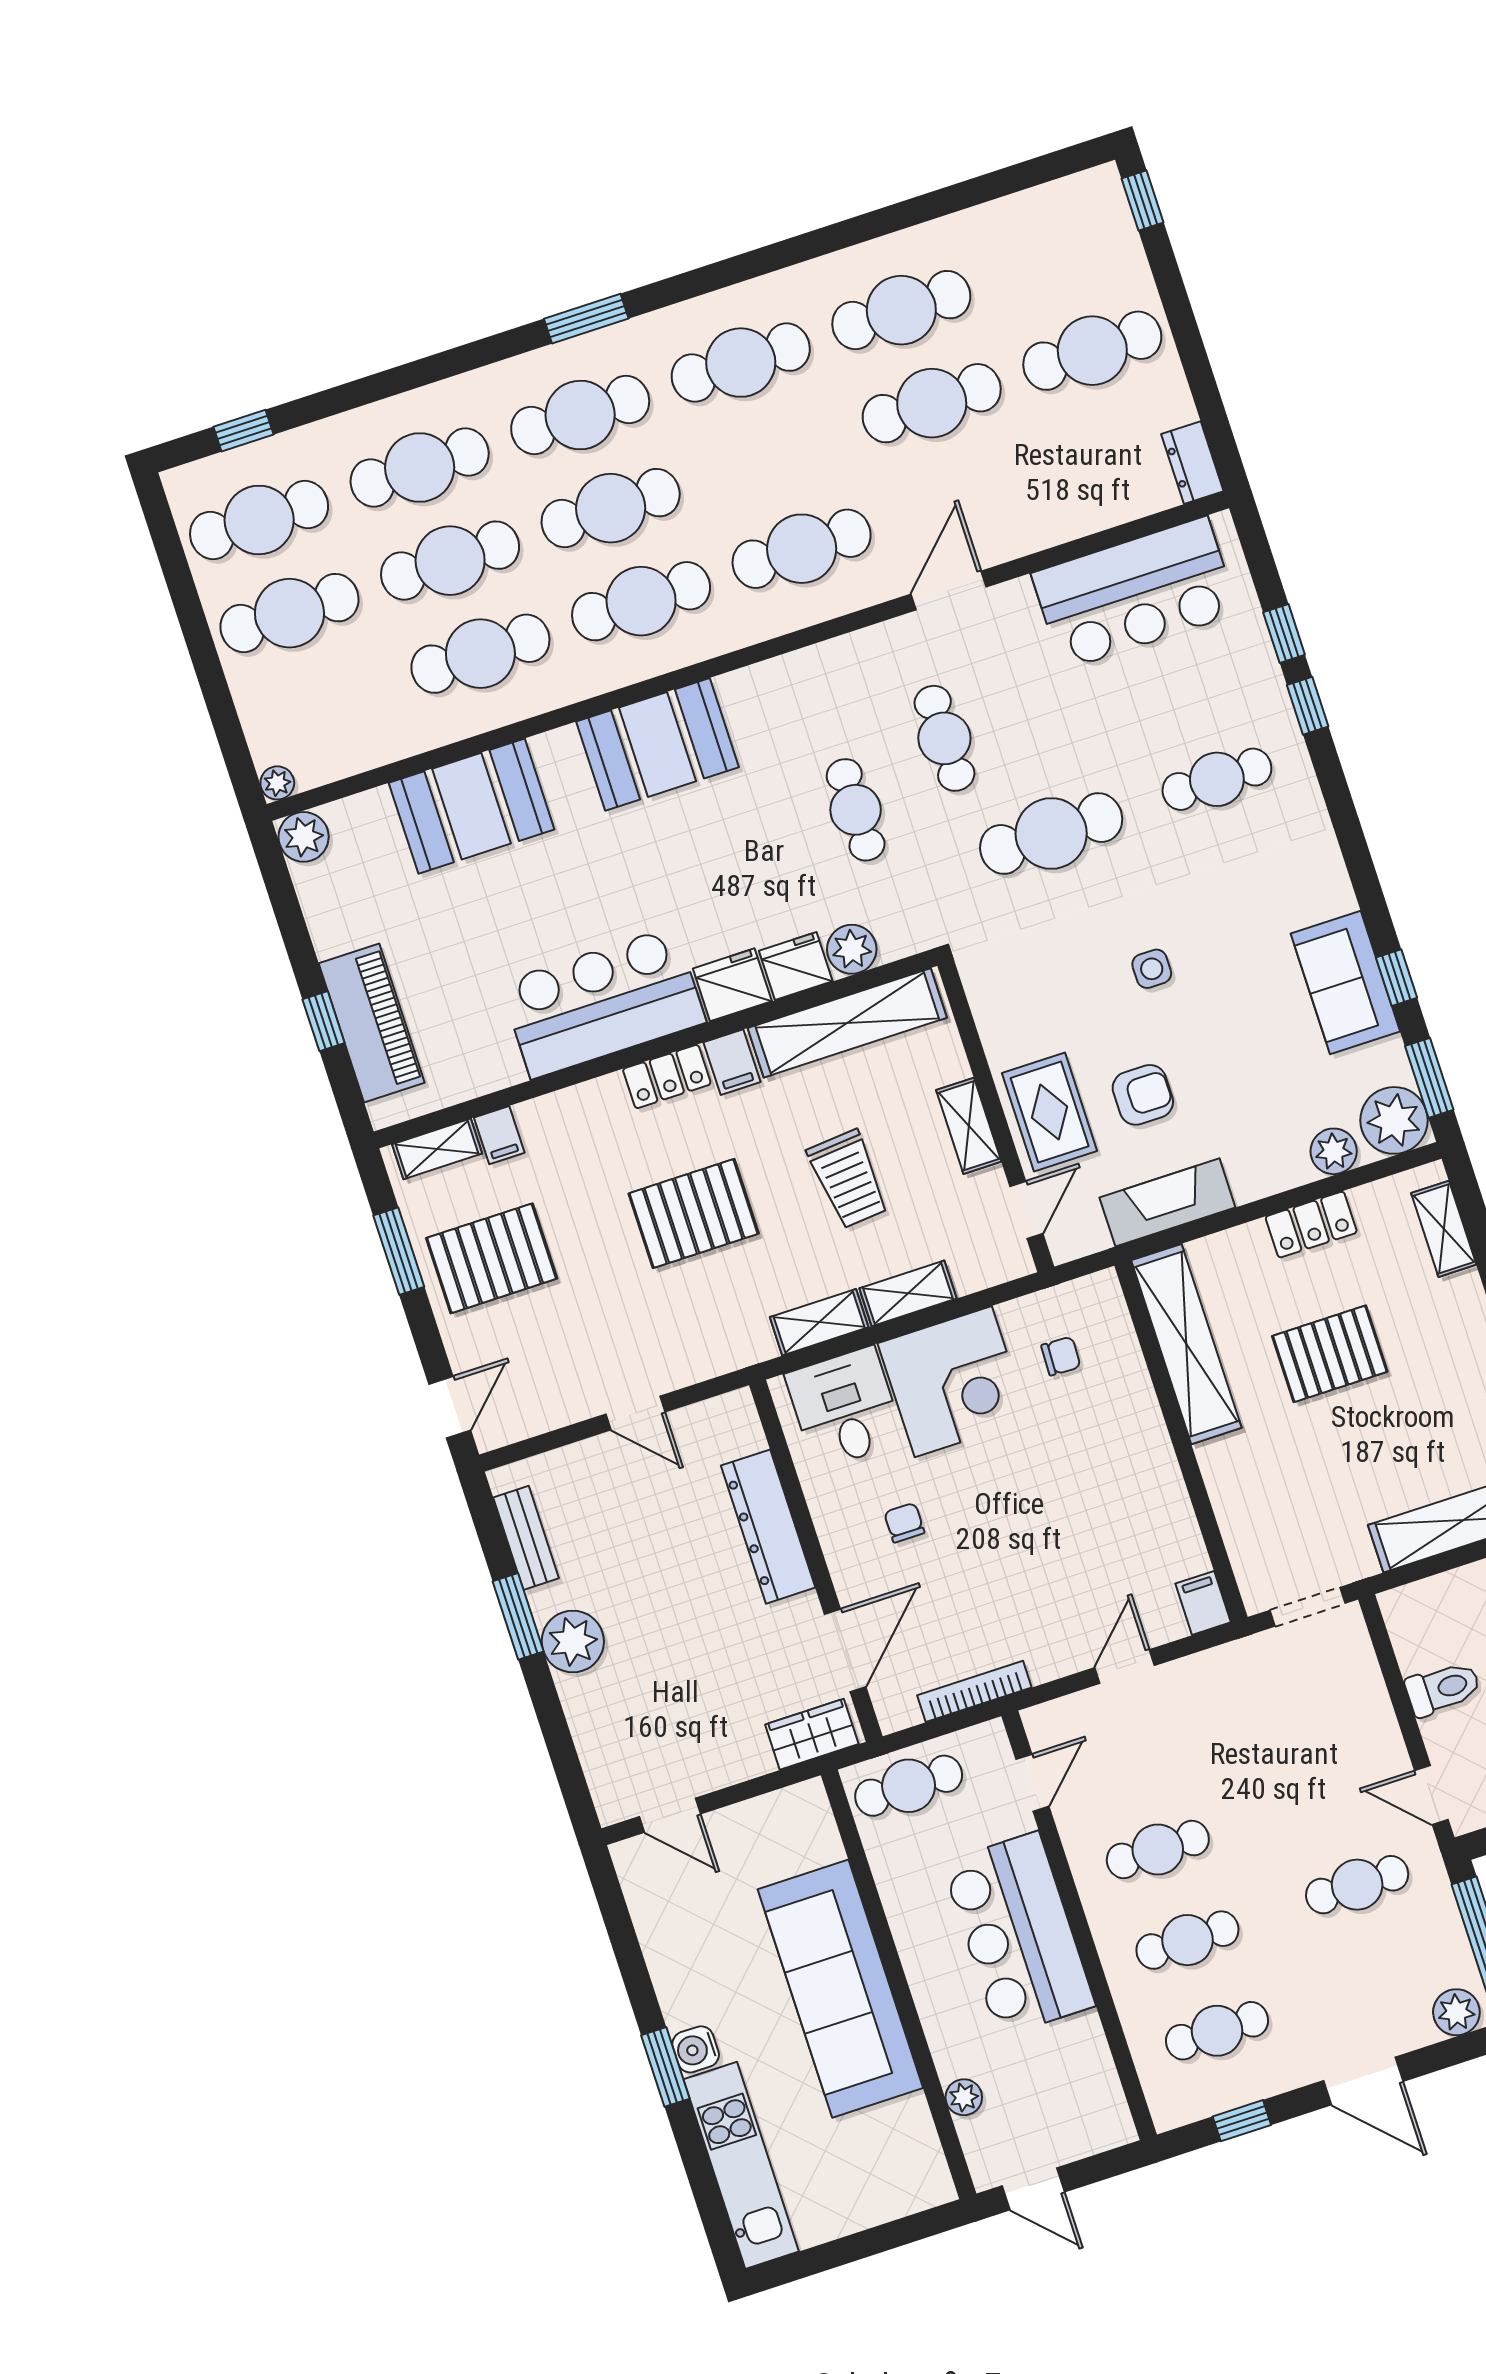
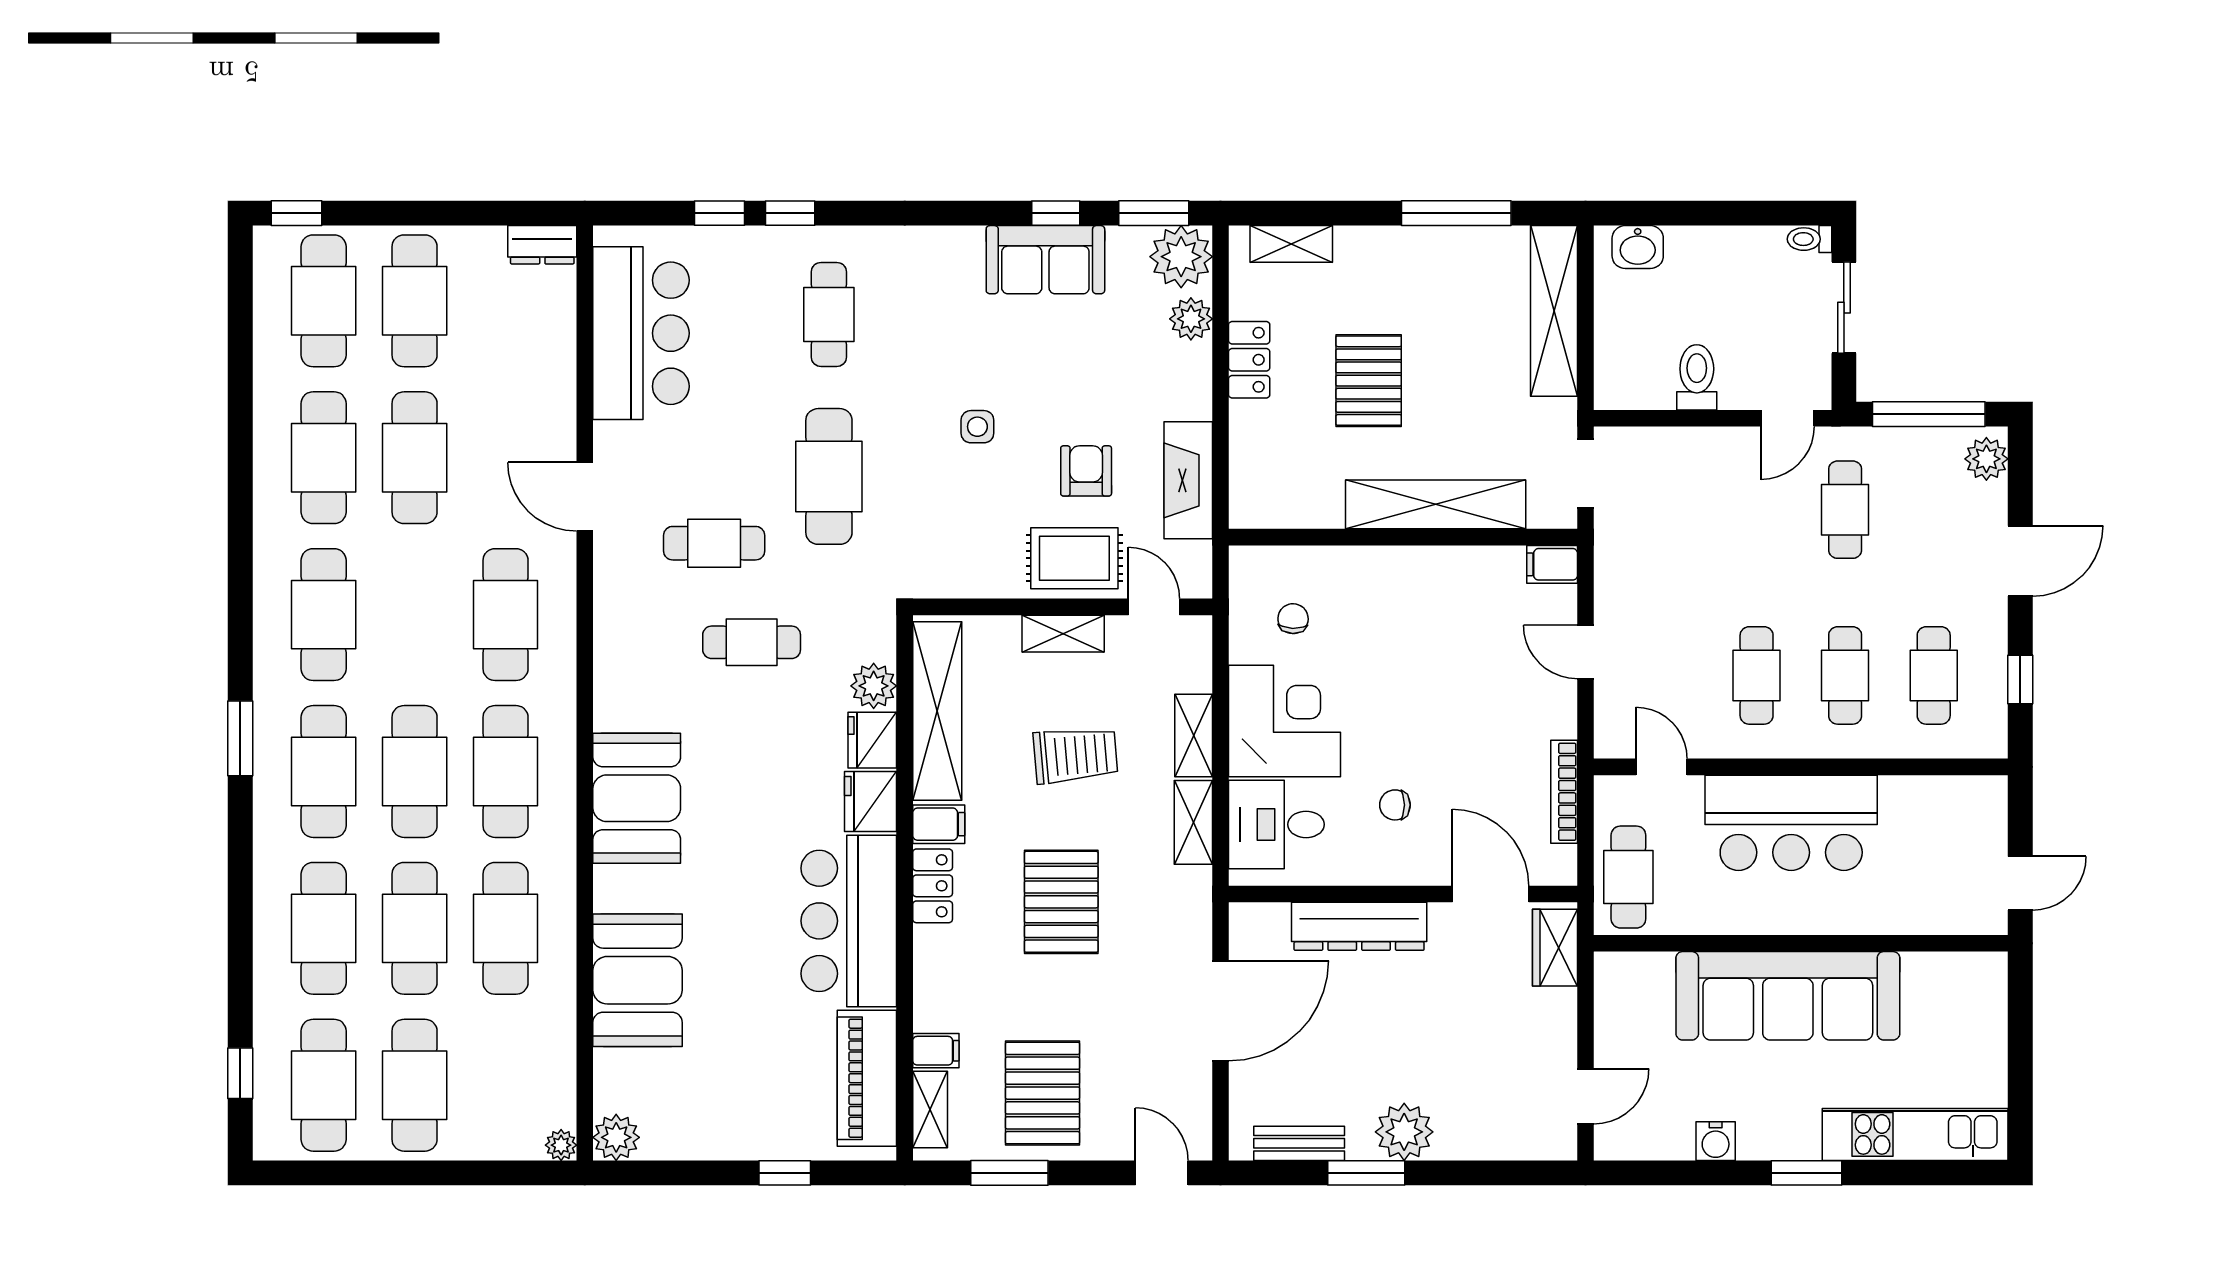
cafe table: (1062, 258) -> (324, 301), added
piano: (372, 1023) -> (867, 1078), moved, turned -90
shelving: (1186, 1344) -> (1436, 504), moved
door: (635, 1413) -> (1220, 1011), width x1.88
water cooler: (696, 2049) -> (1716, 1141), moved
plant: (964, 2097) -> (1919, 918), removed

